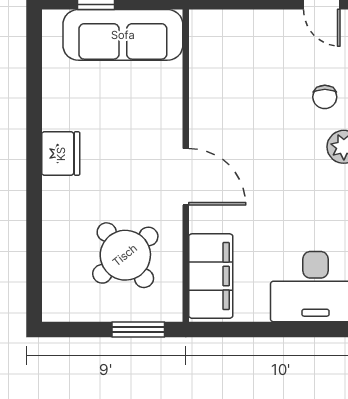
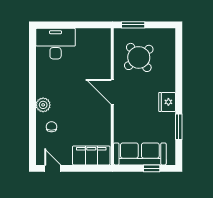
window: (34, 97) -> (179, 127), added
filing cabinet: (211, 276) -> (91, 155), moved, turned 90

